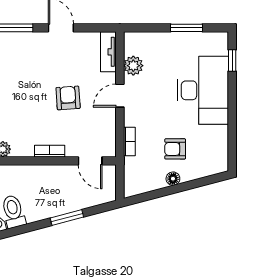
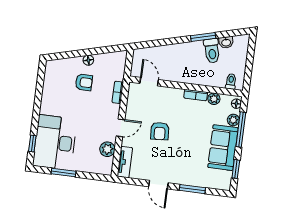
desk: (203, 90) -> (55, 142), moved
bookcase: (50, 151) -> (196, 95), moved
window: (67, 218) -> (203, 37), moved

